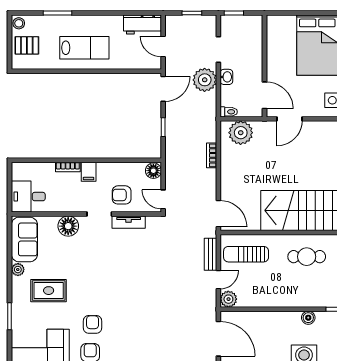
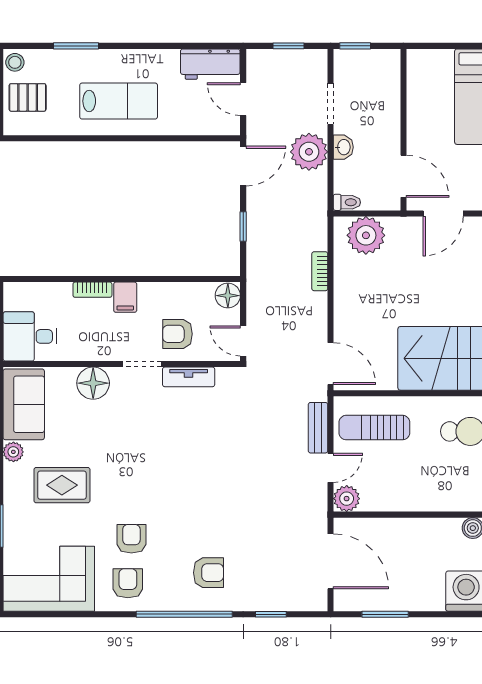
armchair: (141, 346) -> (209, 573), added

